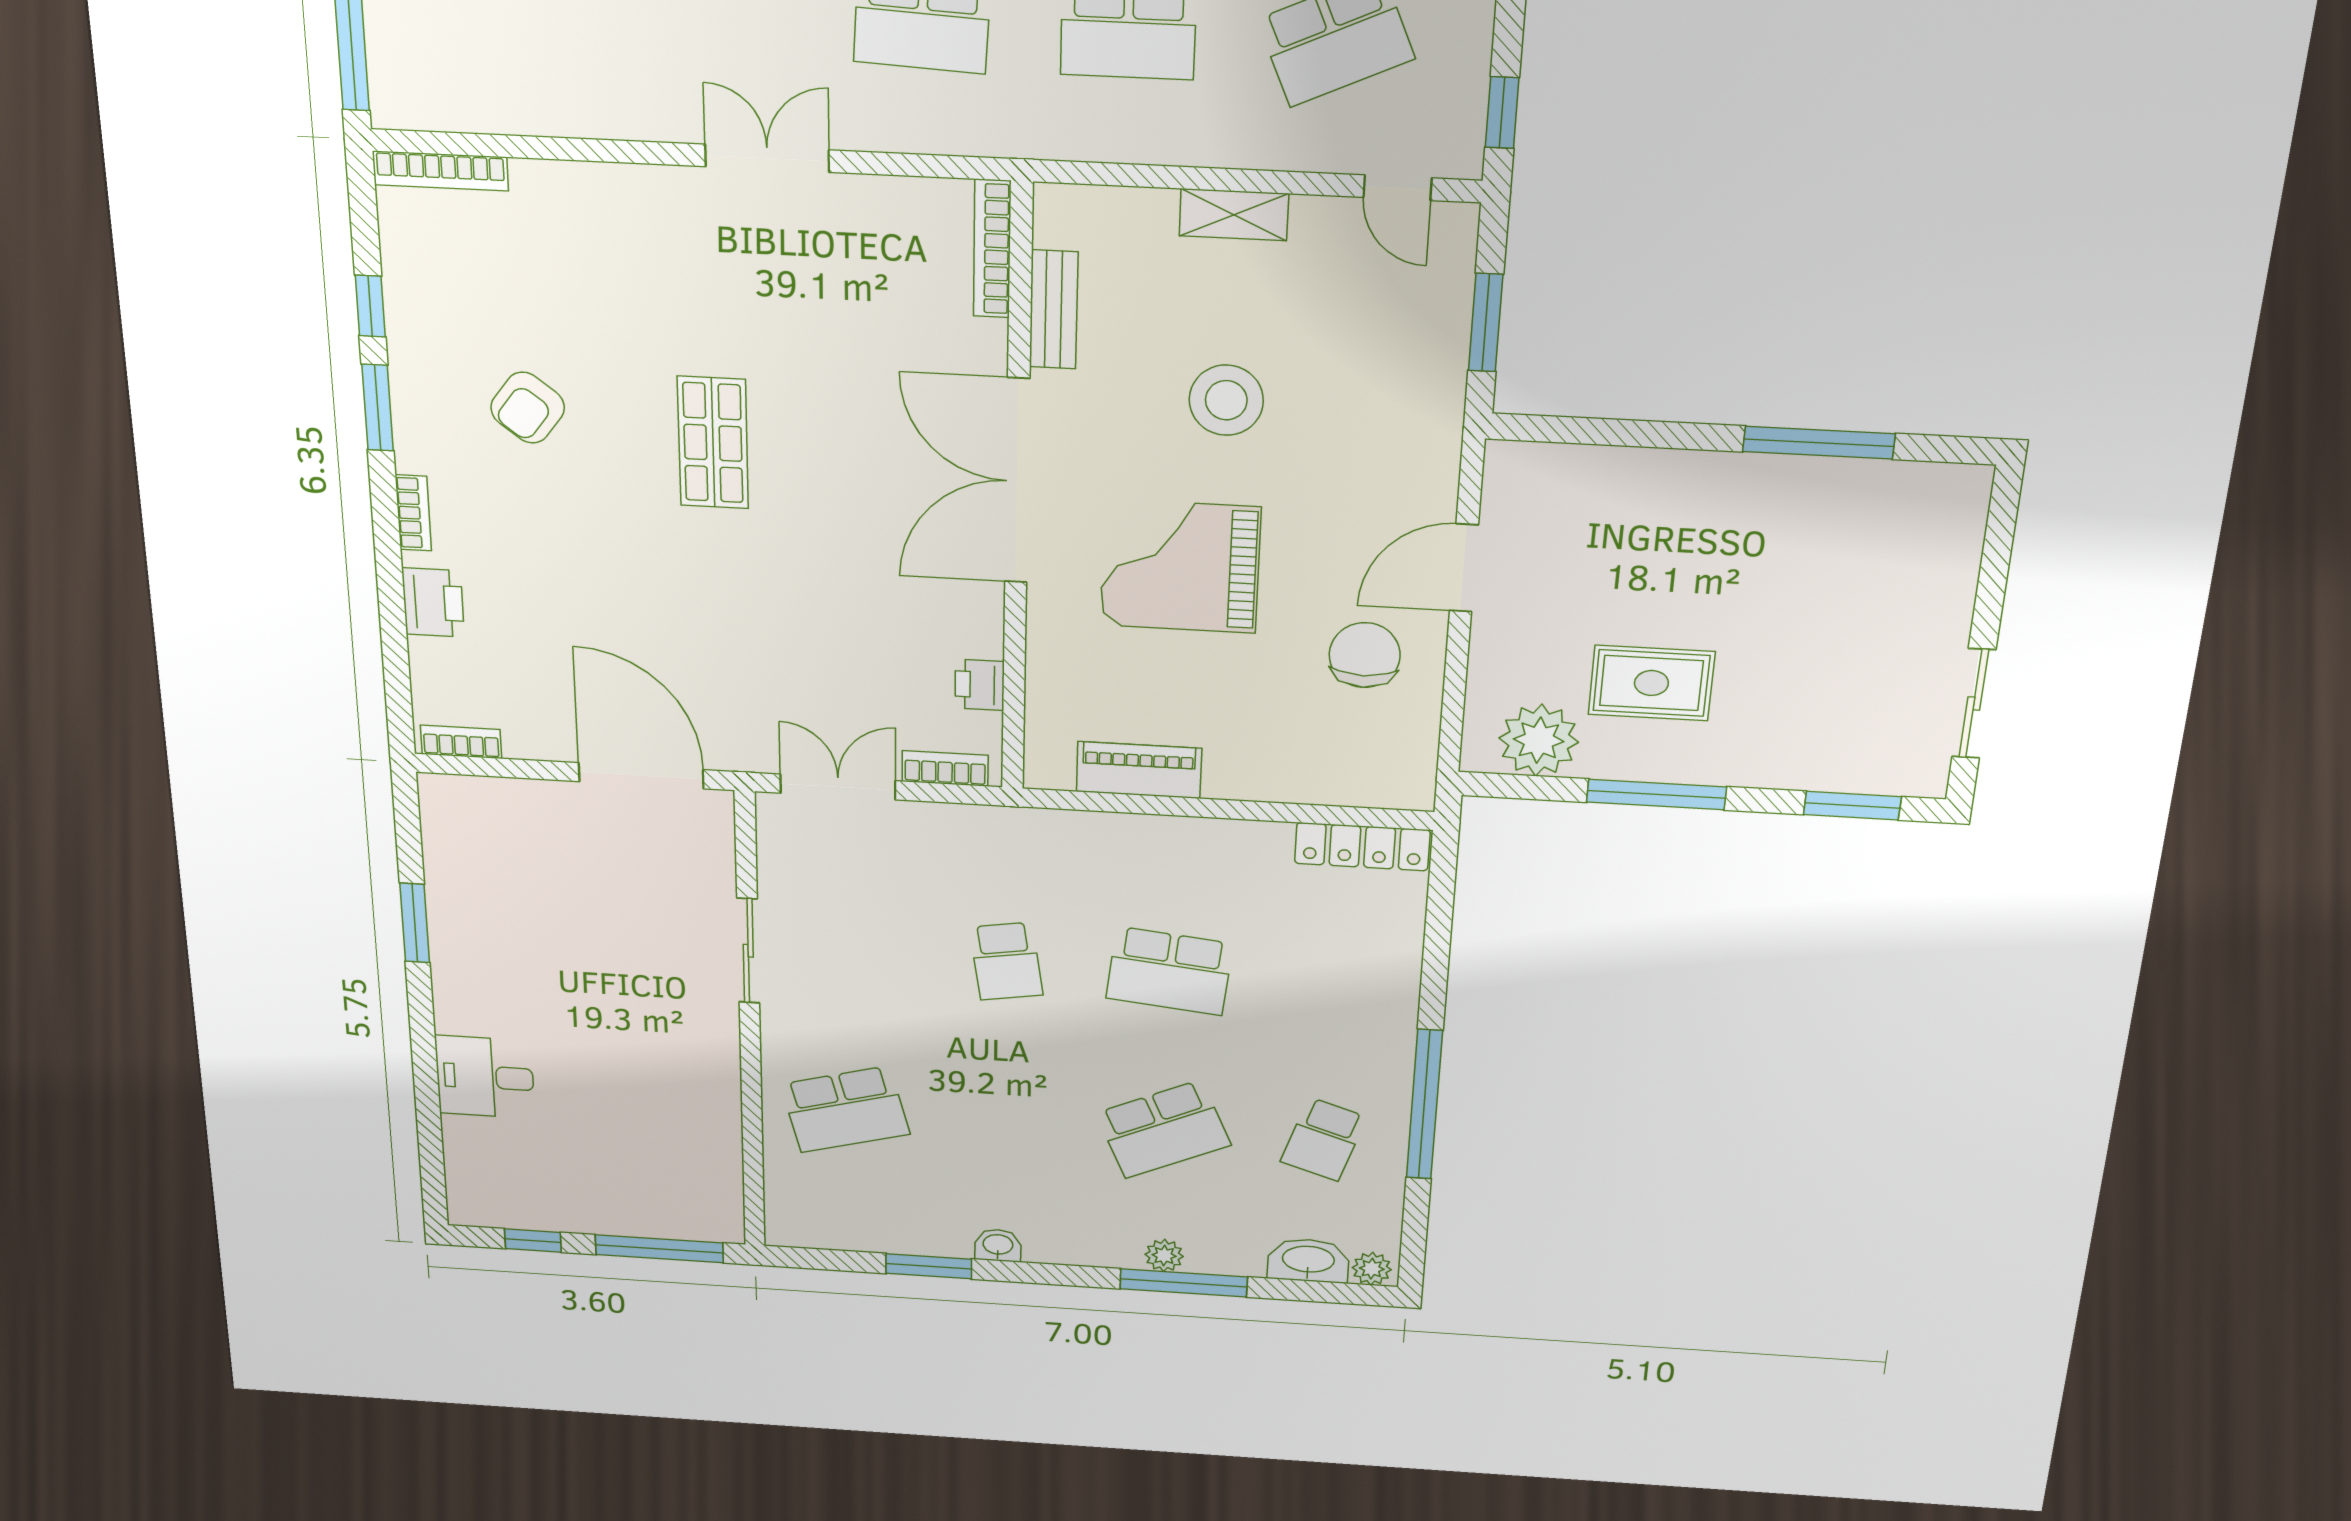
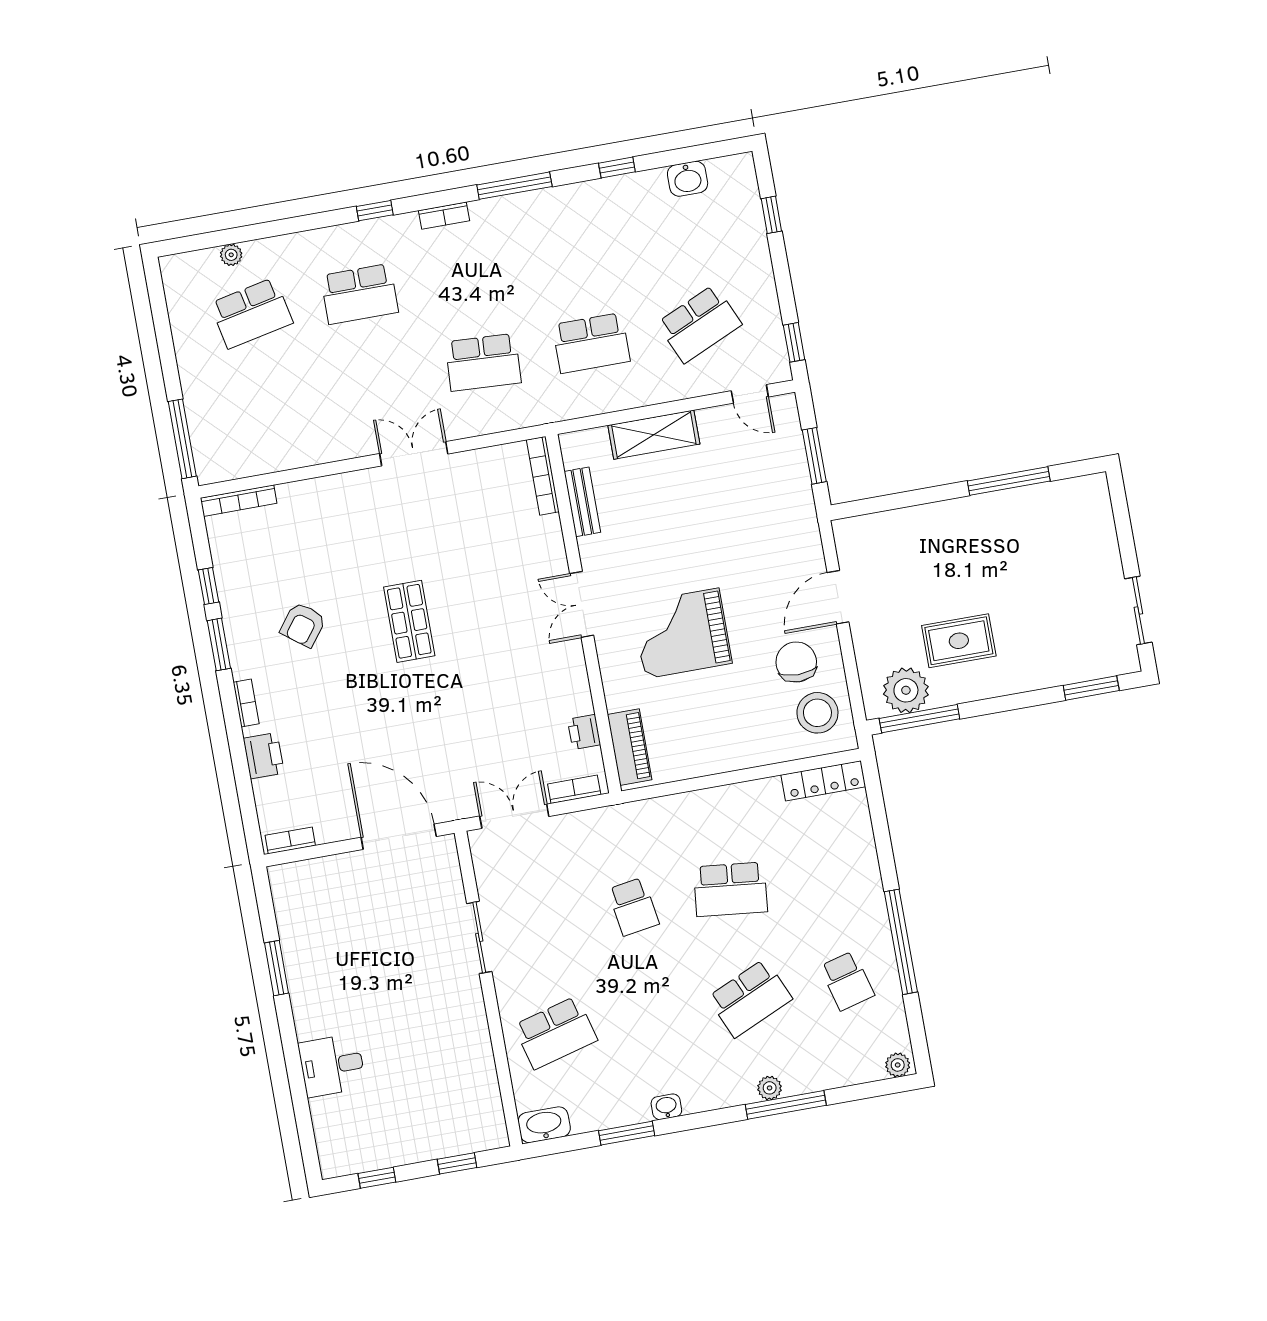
shelving: (1234, 215) -> (654, 435), width x1.50, depth x1.33
stool: (1226, 400) -> (817, 713), moved
double door: (1017, 481) -> (582, 604), width x0.54
piano: (1139, 770) -> (630, 747), moved, turned 90
window: (1656, 795) -> (919, 719), moved
school desk: (1324, 1139) -> (847, 981), turned -33
window: (659, 1249) -> (457, 1163), width x0.46
washbasin: (1308, 1260) -> (544, 1125), moved

